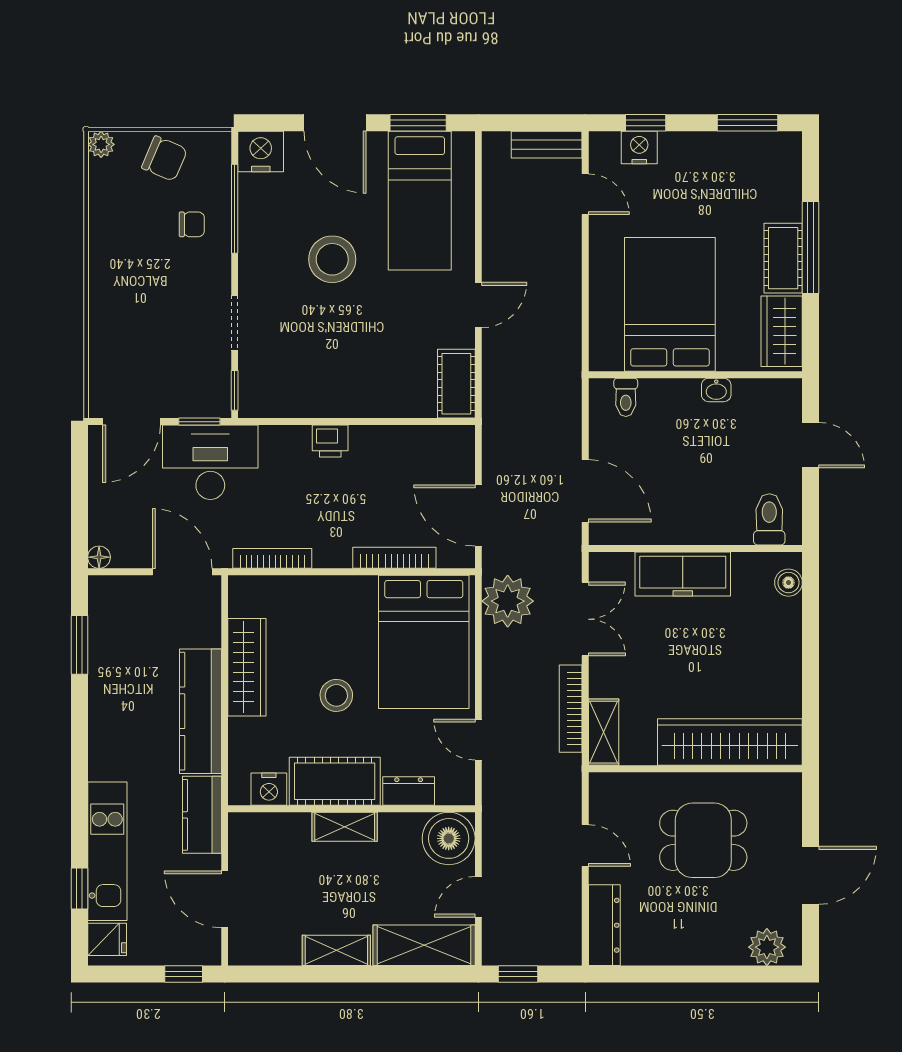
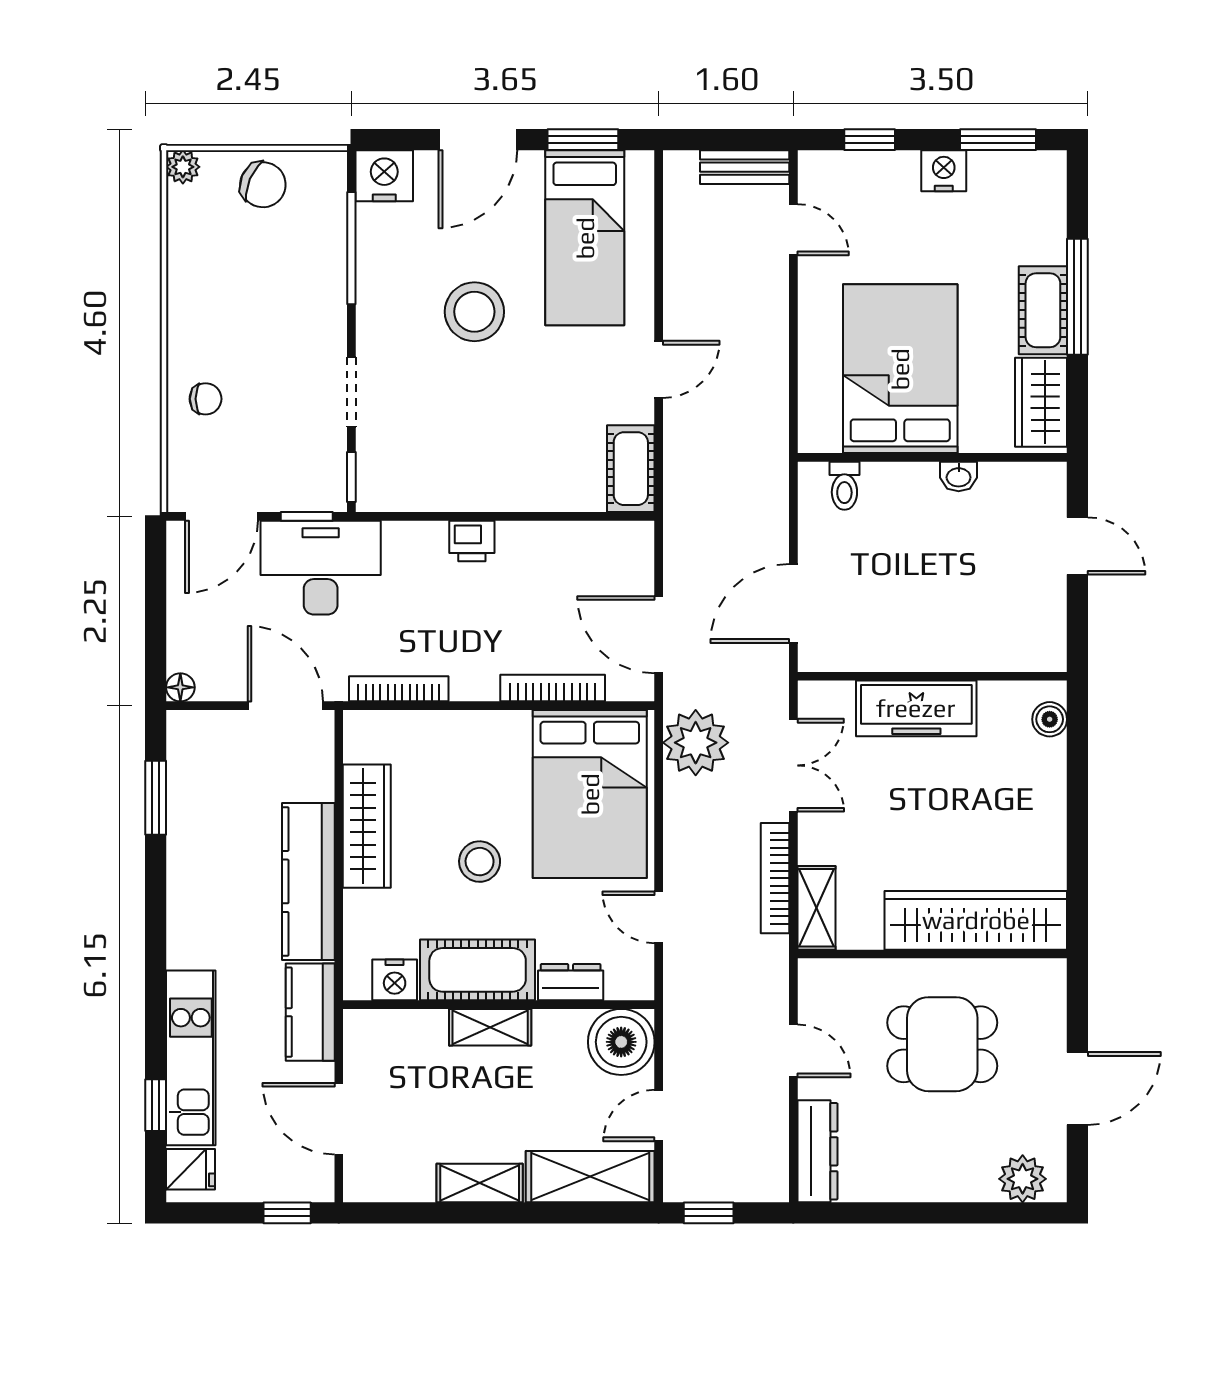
door: (335, 123) -> (478, 140), hinge flipped
nightstand: (639, 147) -> (944, 171), moved
chair: (192, 224) -> (206, 399), moved
door: (585, 491) -> (793, 604), swing flipped
toilet: (769, 519) -> (1025, 640), removed

